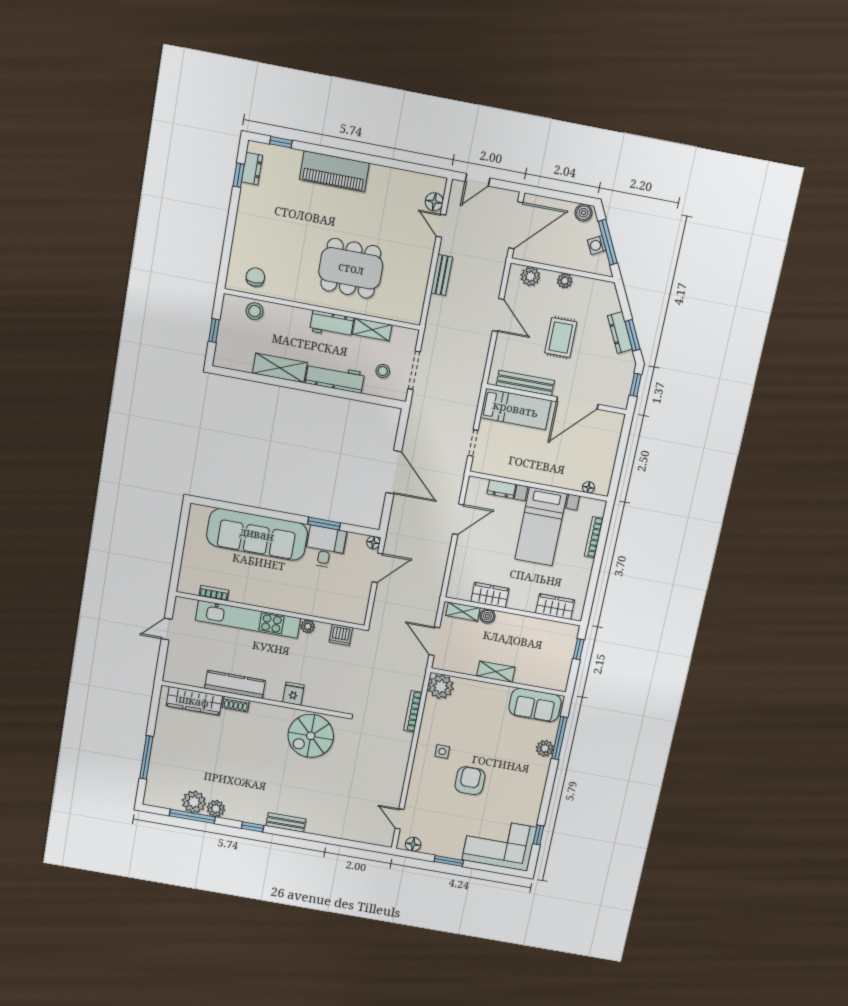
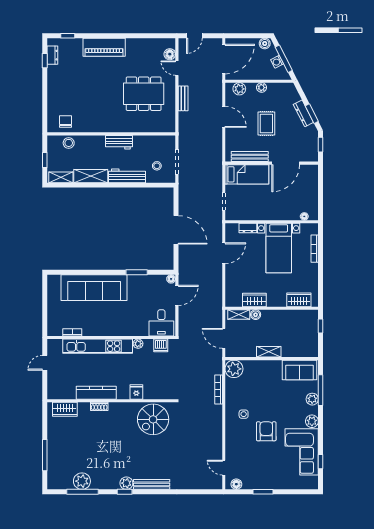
dining table: (351, 268) -> (144, 94), moved
shelving: (372, 330) -> (61, 177), moved
desk: (325, 547) -> (161, 323), moved, turned 180
wardrobe: (194, 701) -> (65, 409), width x0.67
plant: (538, 778) -> (312, 421), added
plant: (216, 809) -> (126, 483), moved
bench: (286, 822) -> (152, 484), width x1.36
corner sofa: (499, 844) -> (302, 452), moved, turned -90

